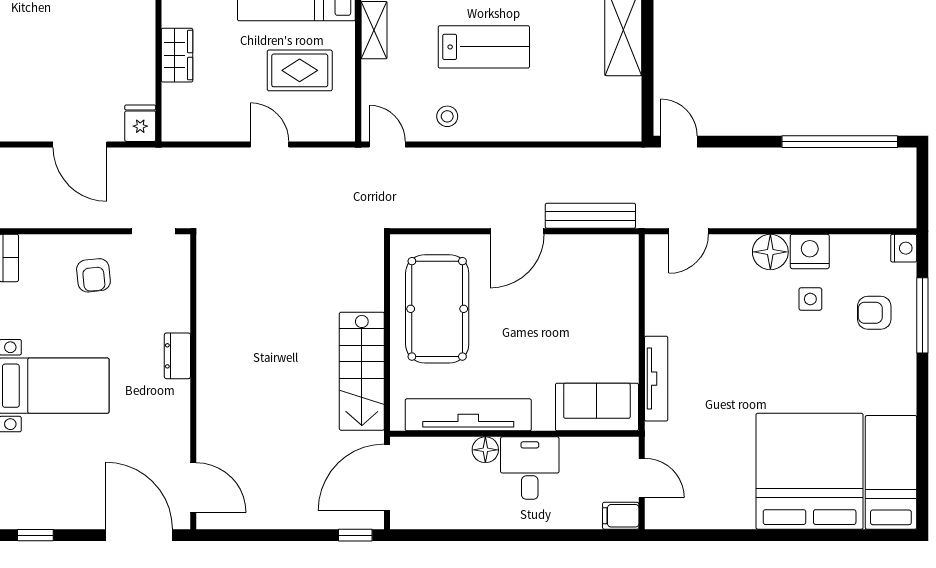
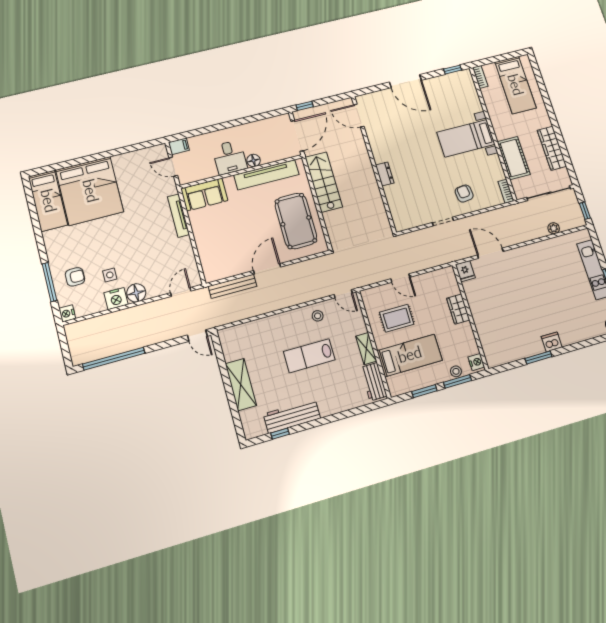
dresser: (177, 356) -> (385, 174), moved
wall: (193, 382) -> (374, 164), moved
door: (193, 487) -> (359, 116), moved

